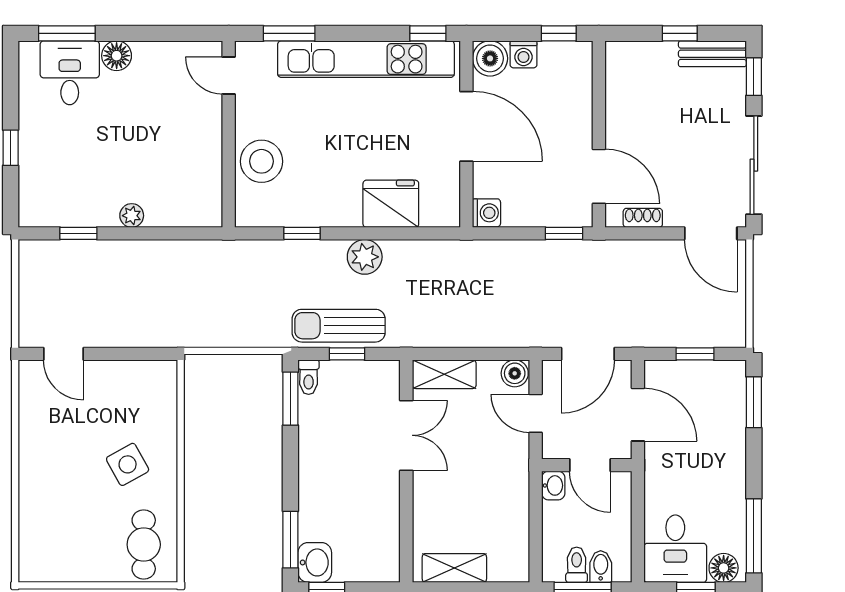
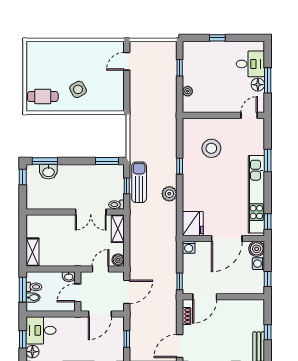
window: (67, 33) -> (268, 80), moved
door: (229, 76) -> (249, 115), moved
wall: (229, 134) -> (223, 115), moved
fridge: (391, 204) -> (193, 224), moved
door: (588, 354) -> (127, 292), swing flipped
toilet: (309, 377) -> (116, 205), moved
washbasin: (315, 562) -> (48, 172), moved
shelving: (454, 568) -> (32, 252), moved

